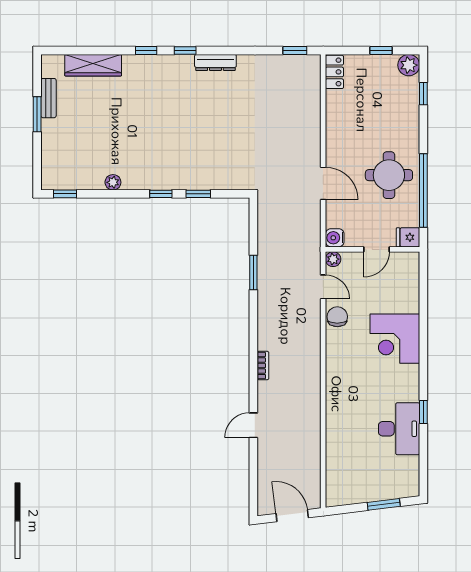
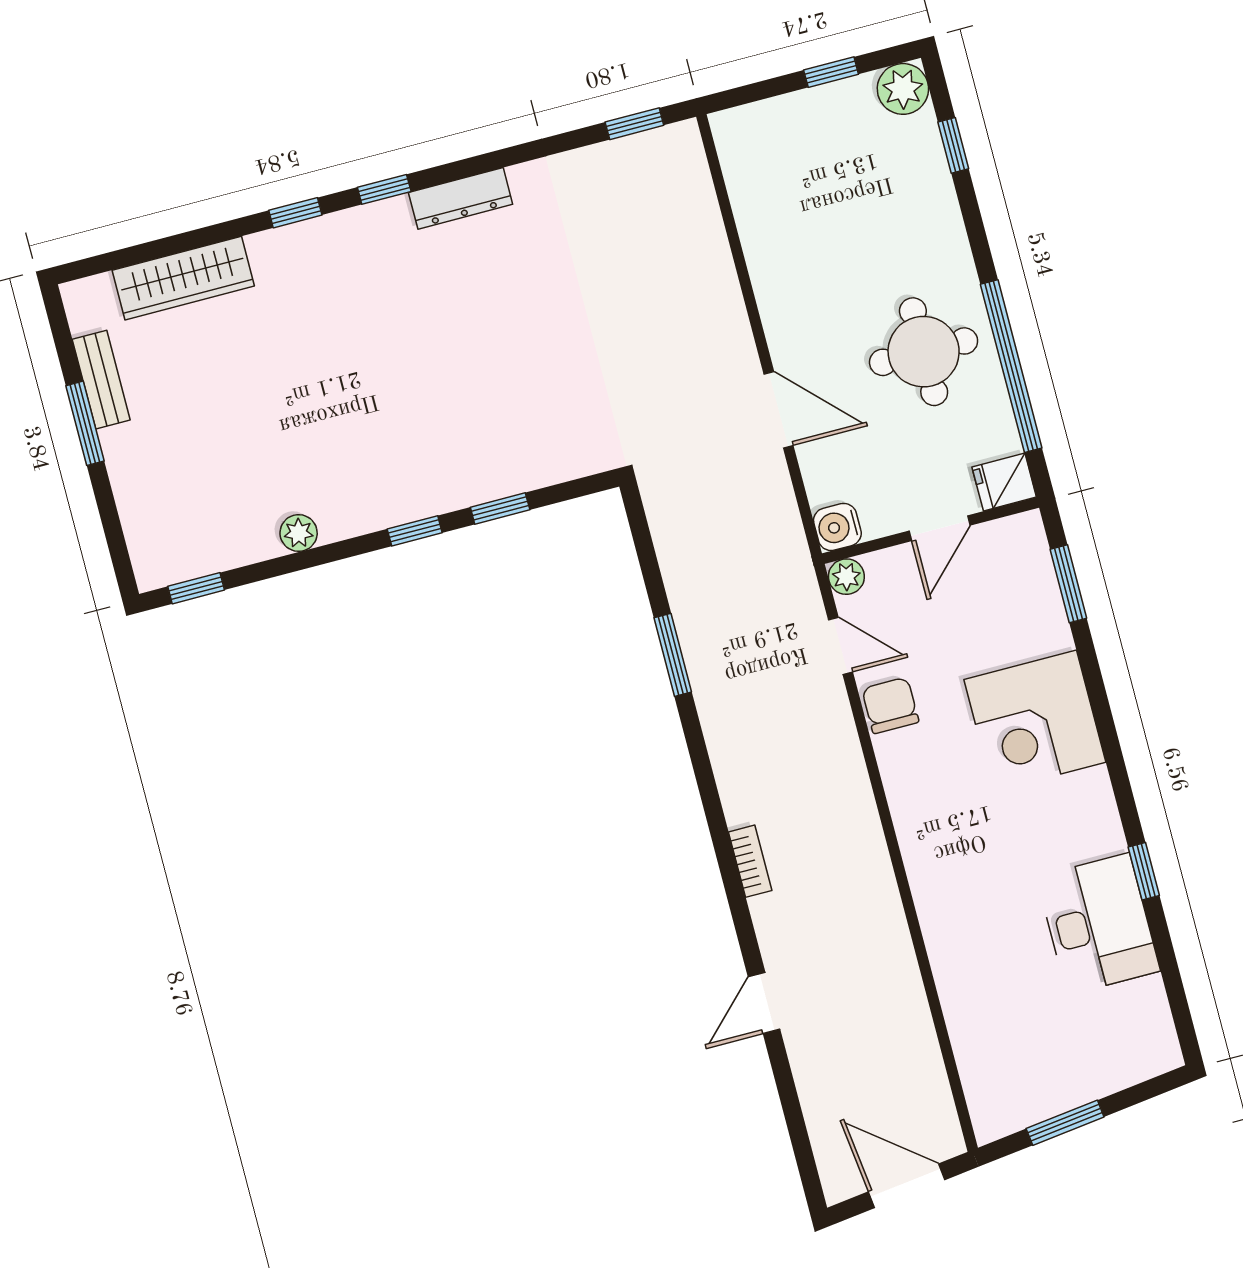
locker: (334, 72) -> (737, 149), removed
window: (423, 286) -> (1068, 584), added
window: (384, 504) -> (1065, 1123), moved

